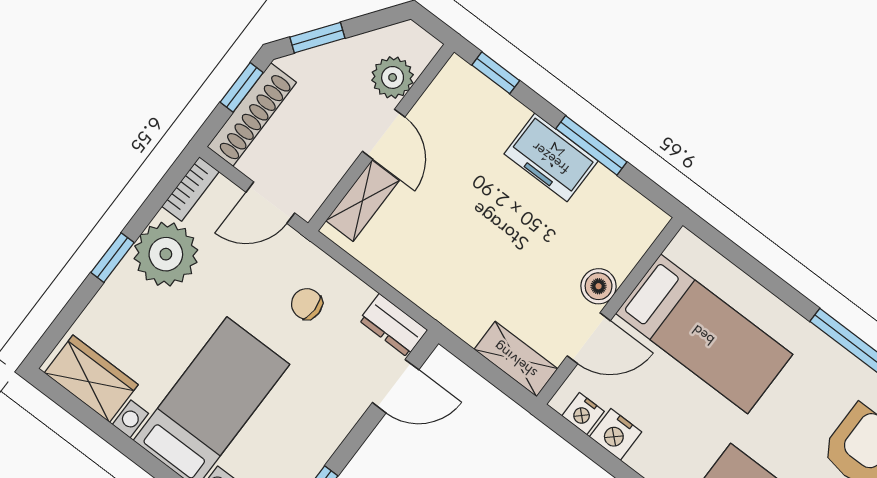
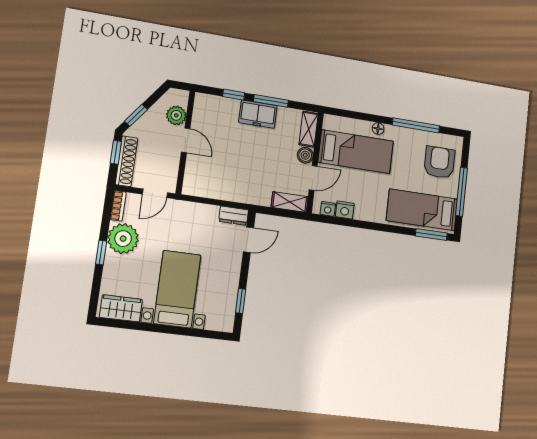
window: (496, 73) -> (234, 95), moved
shelving: (362, 201) -> (309, 129), moved
chair: (307, 304) -> (194, 227), removed
floor lamp: (776, 313) -> (378, 129), added

